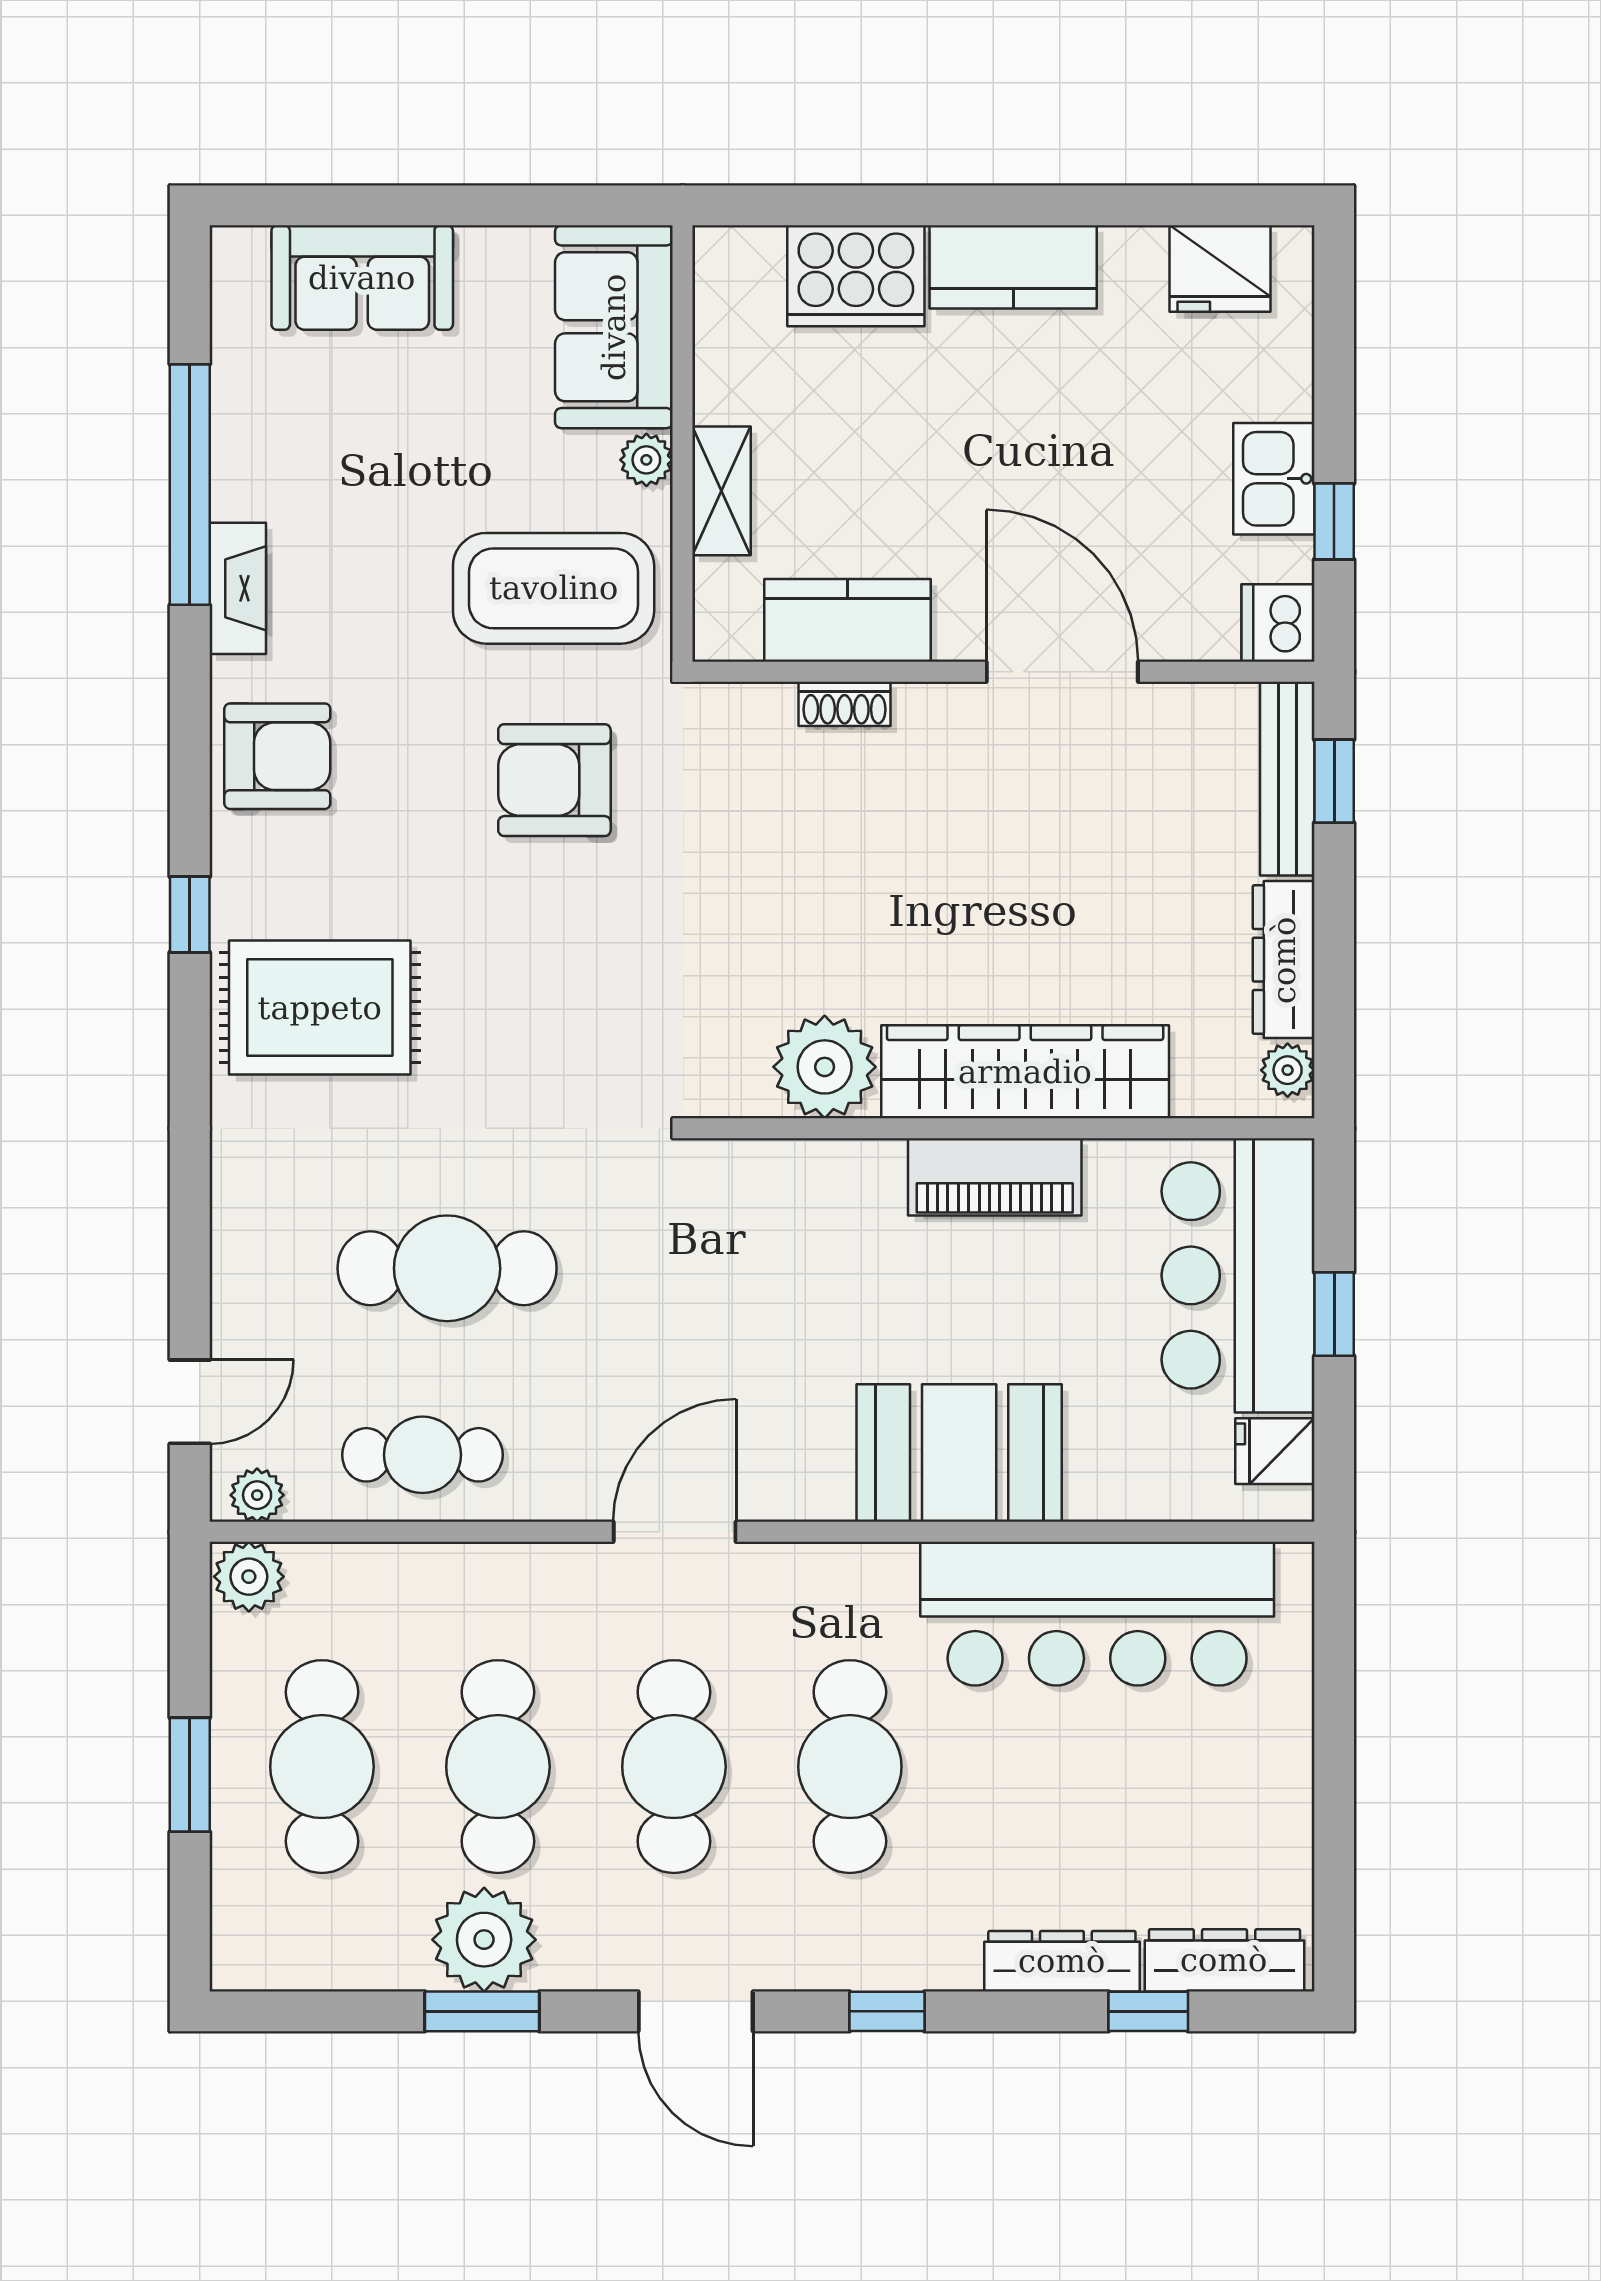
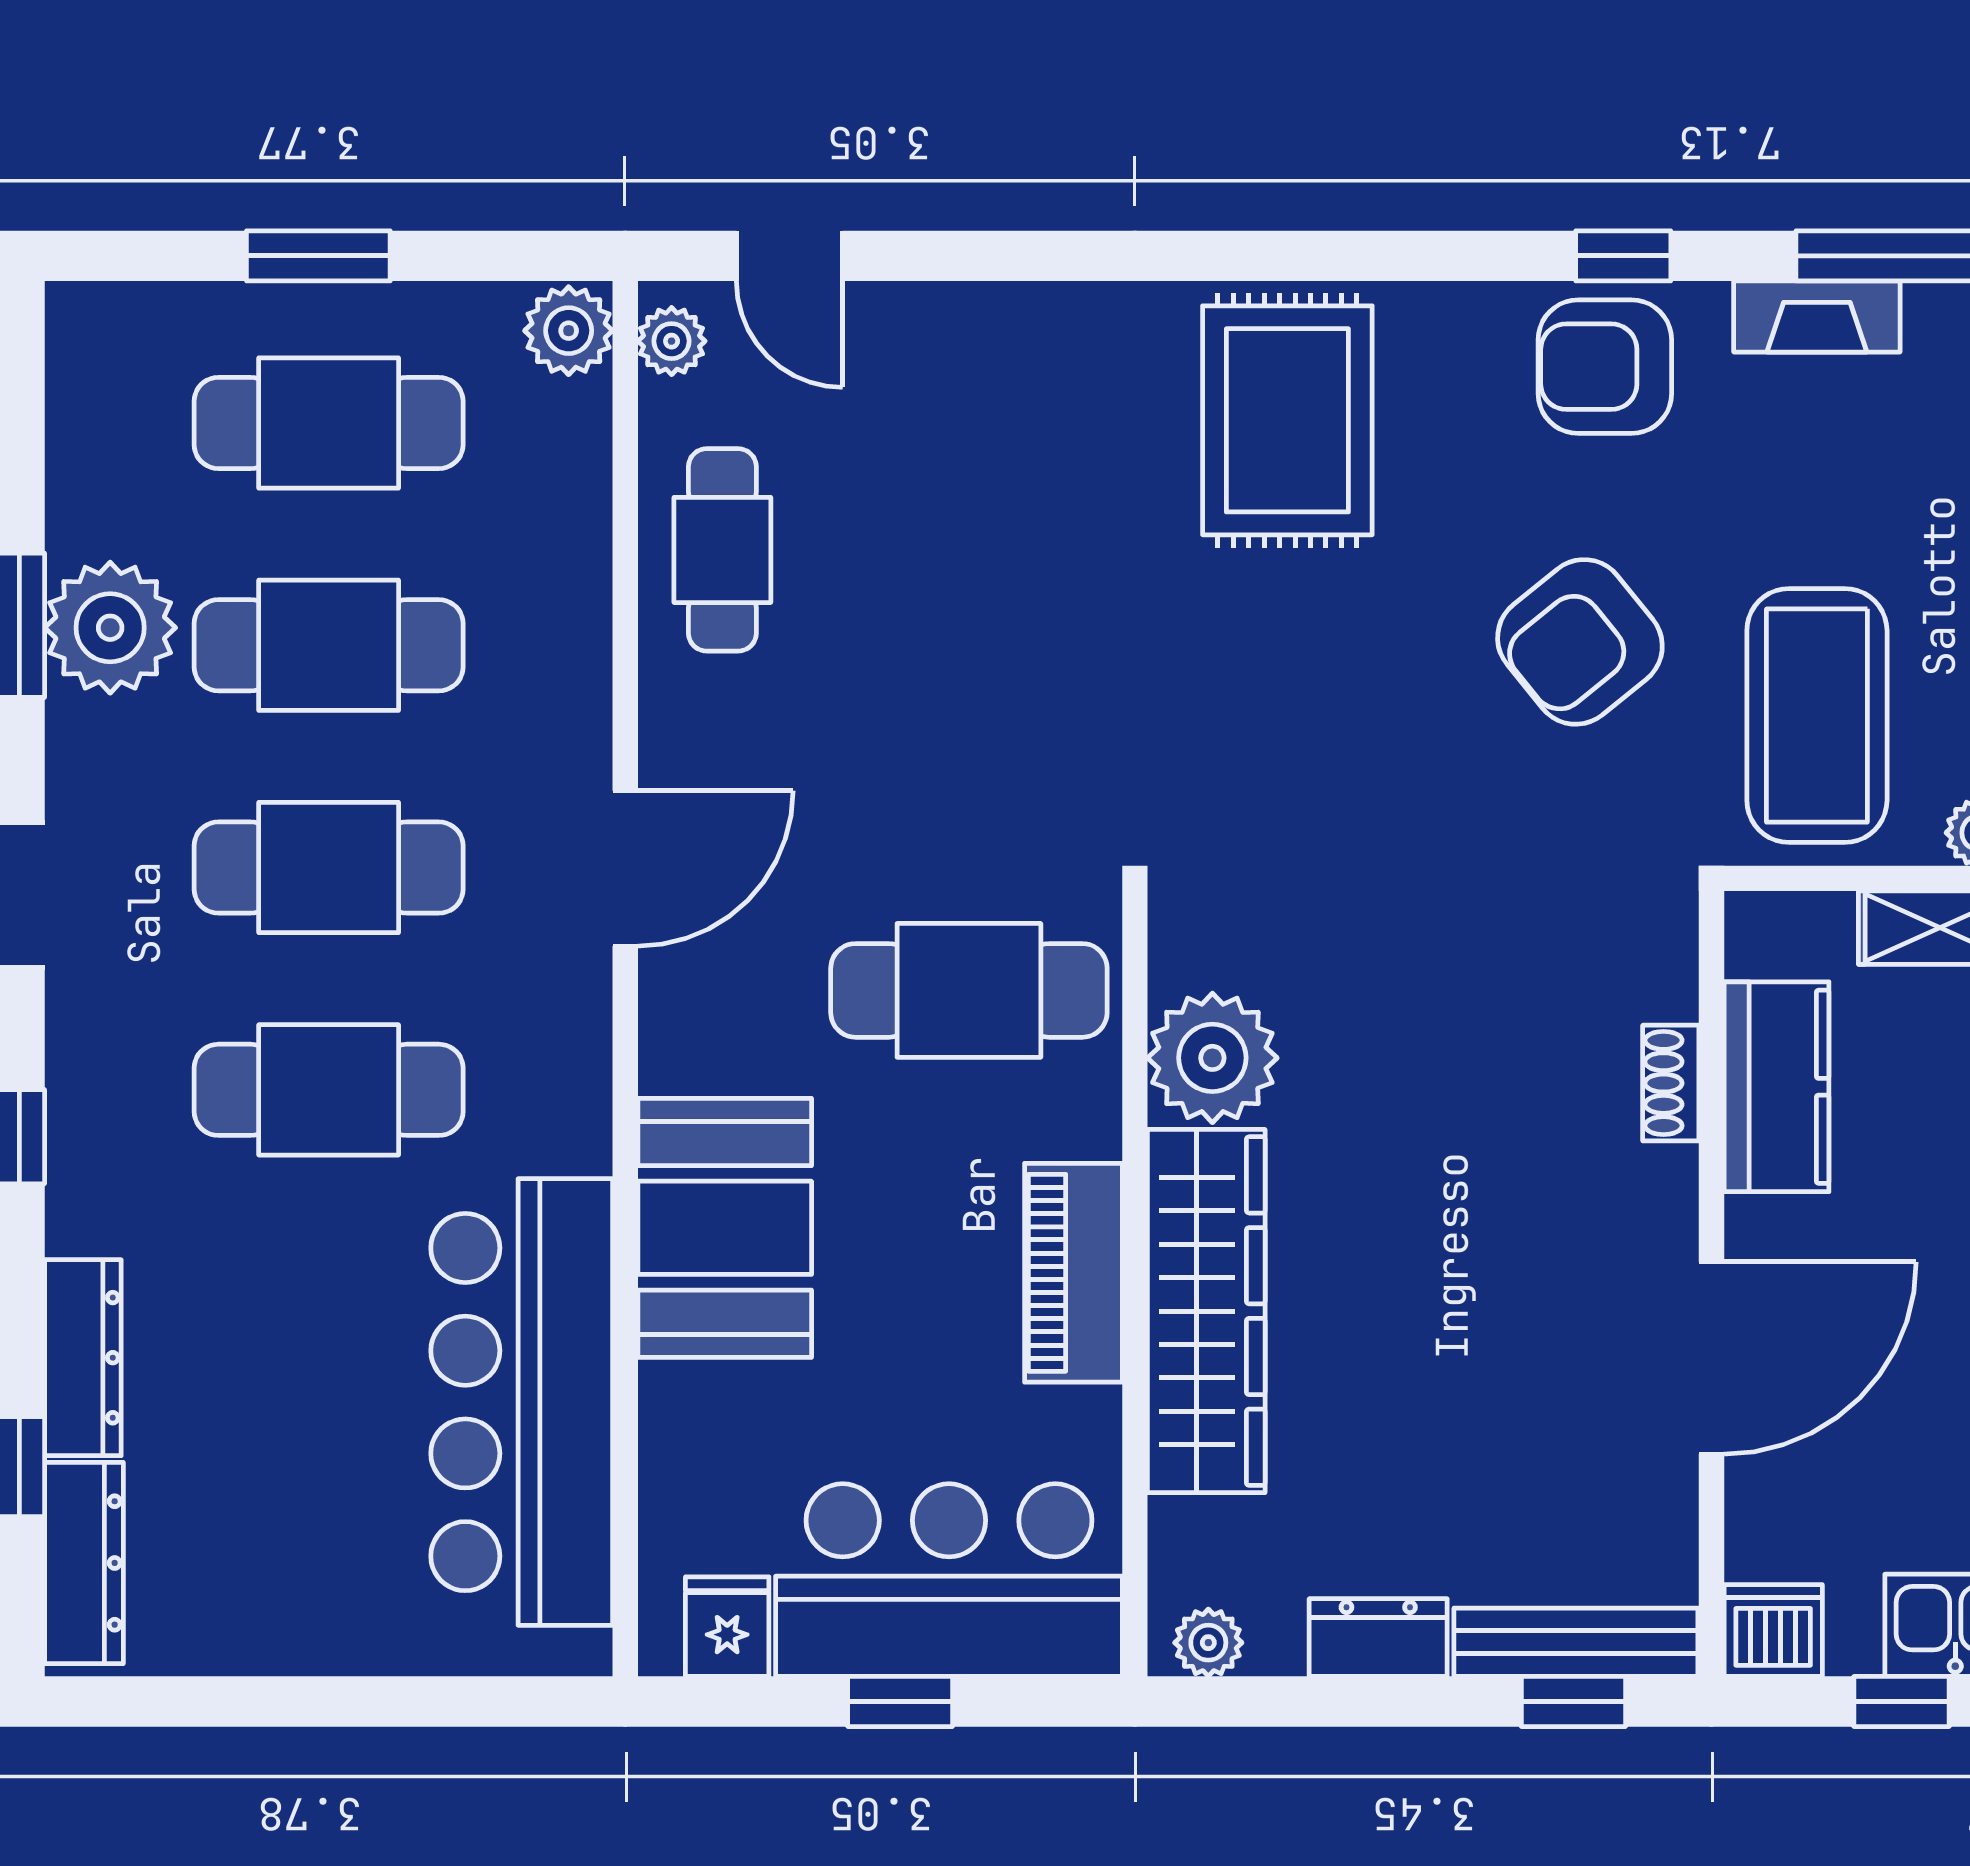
armchair: (277, 756) -> (1605, 367), turned 90
armchair: (554, 780) -> (1580, 642), moved, turned -129
window: (190, 914) -> (1623, 256), moved
dresser: (1284, 960) -> (1378, 1638), width x0.70
cafe table: (447, 1268) -> (969, 990), moved, turned 90
door: (675, 1532) -> (625, 868), hinge flipped

